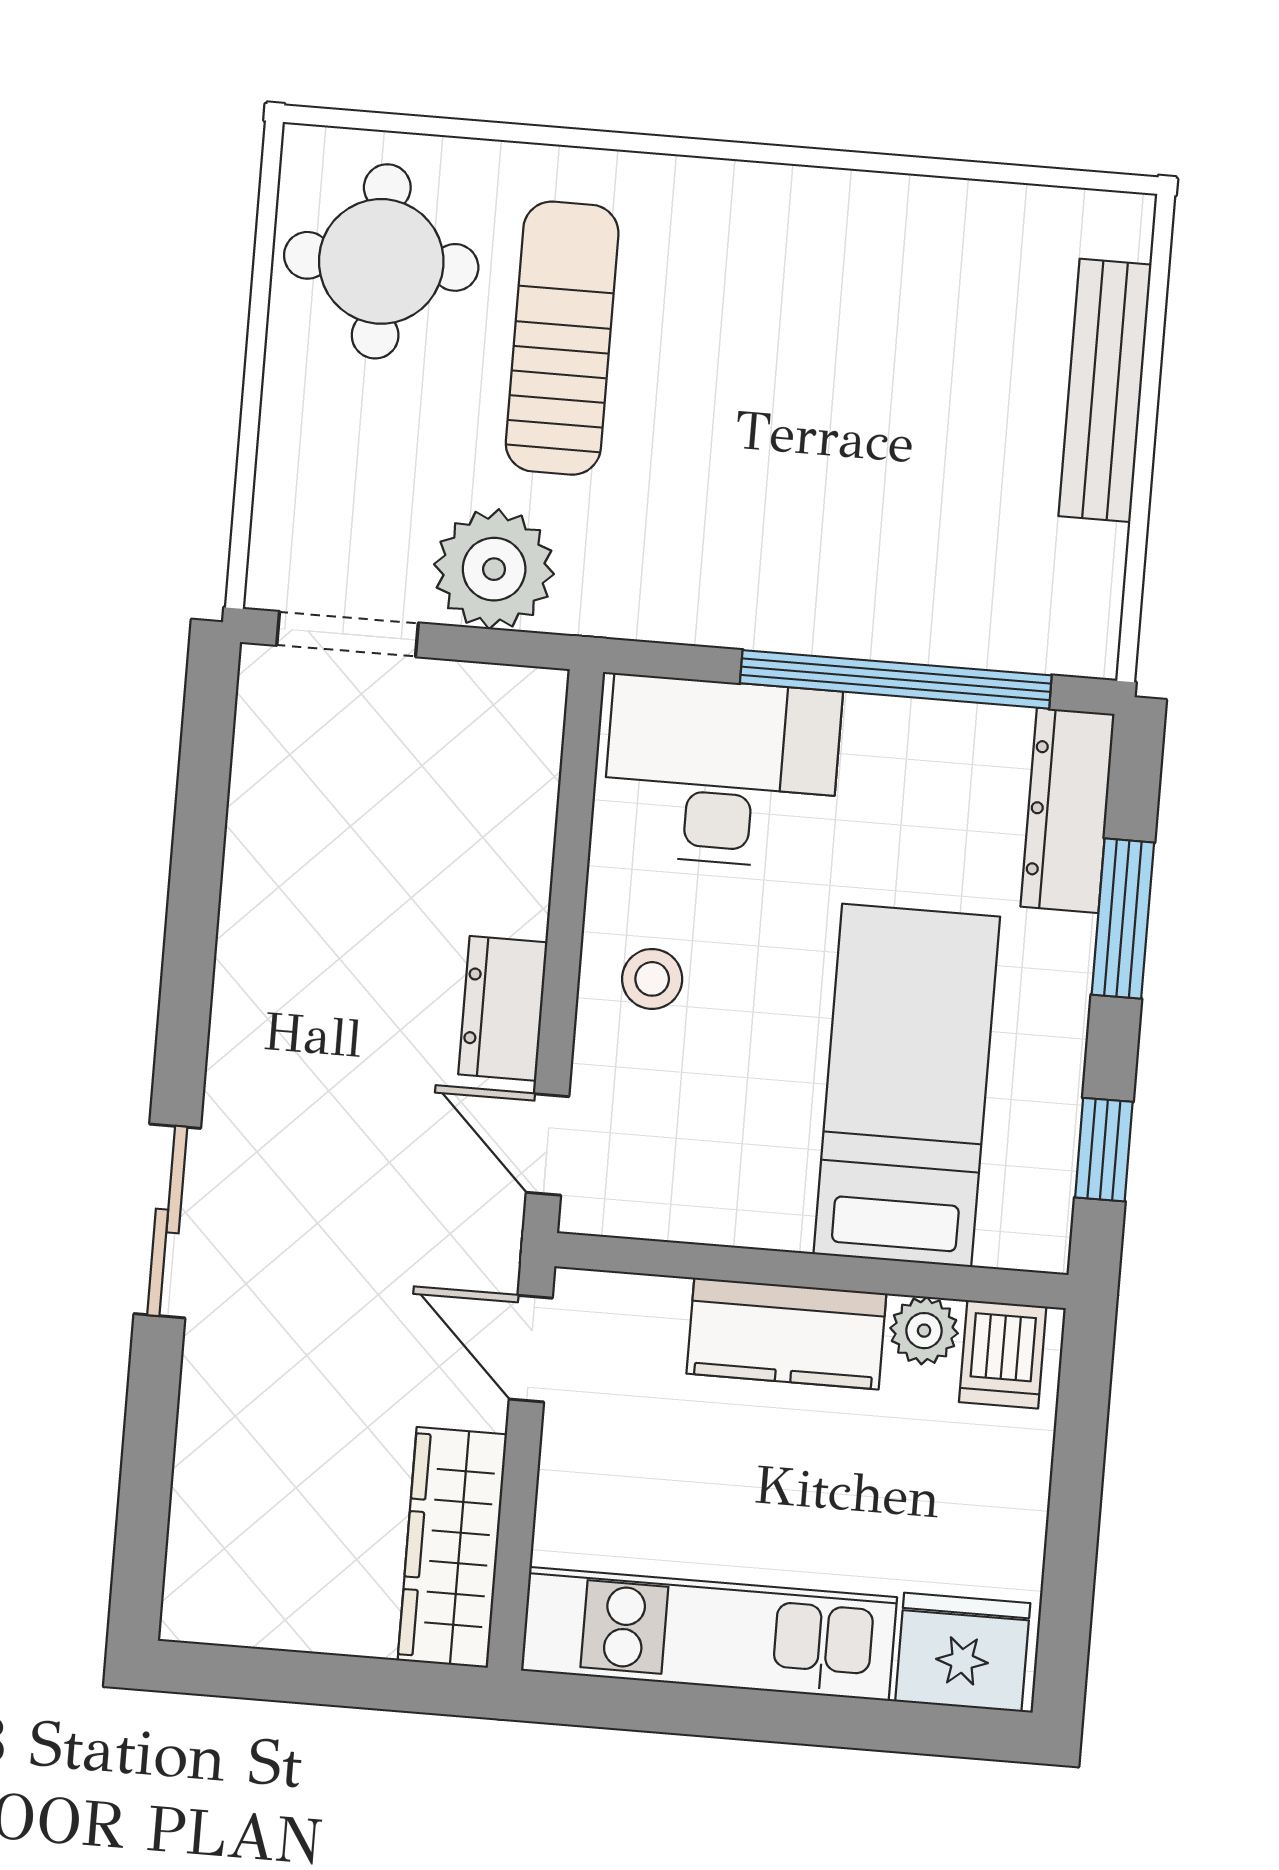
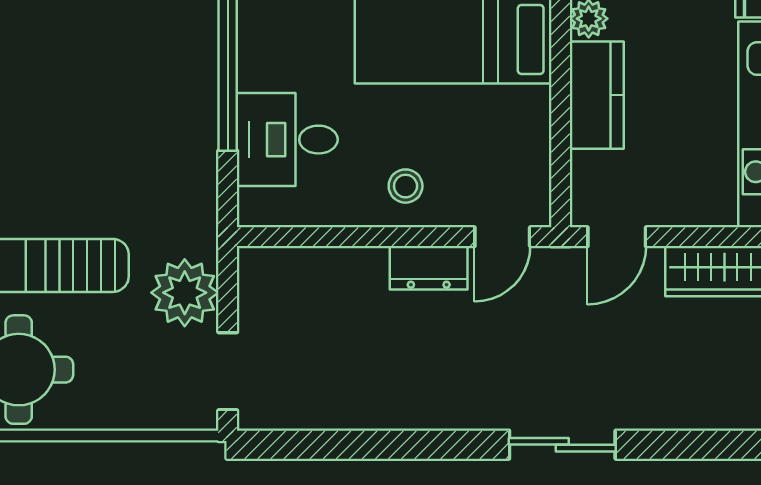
desk: (721, 772) -> (287, 140), width x0.73

